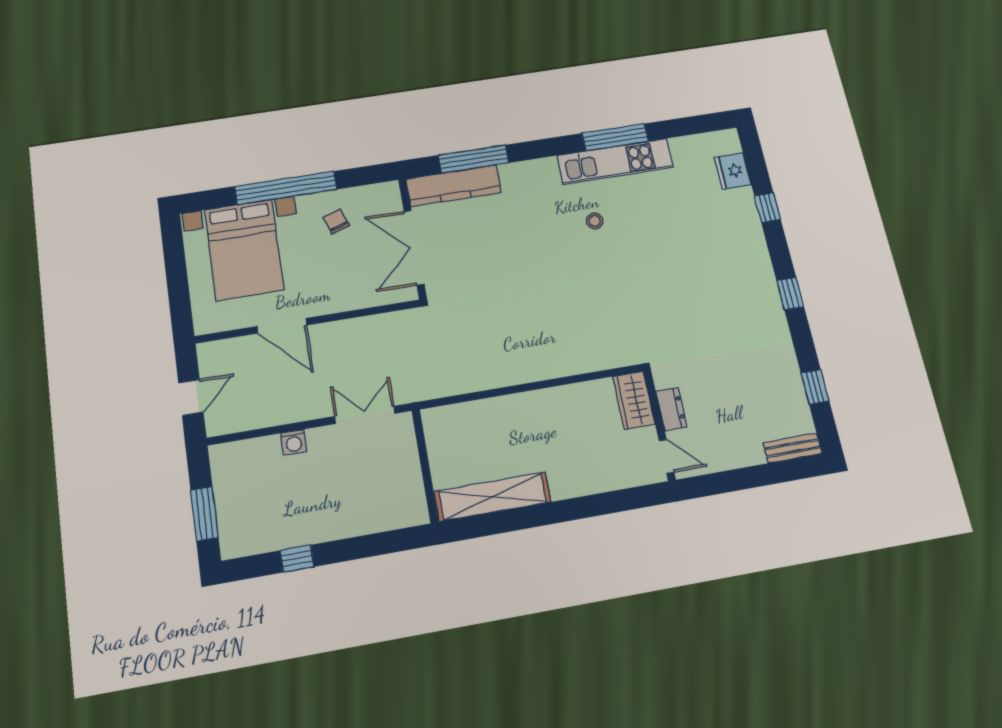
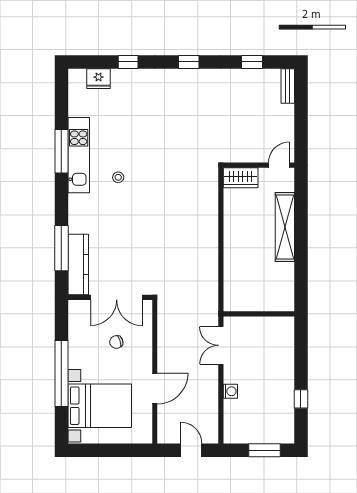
chair: (336, 222) -> (116, 342), moved
dresser: (671, 409) -> (250, 155), removed
shelving: (493, 497) -> (285, 227), moved

